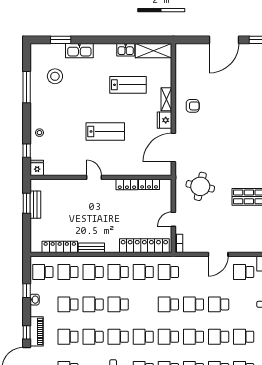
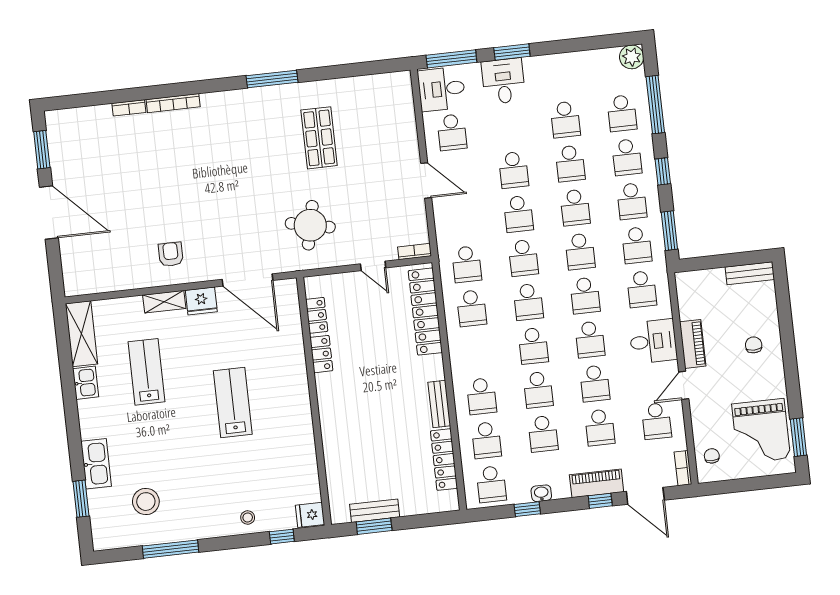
door: (94, 177) -> (315, 413), removed
school desk: (118, 272) -> (528, 302), moved

